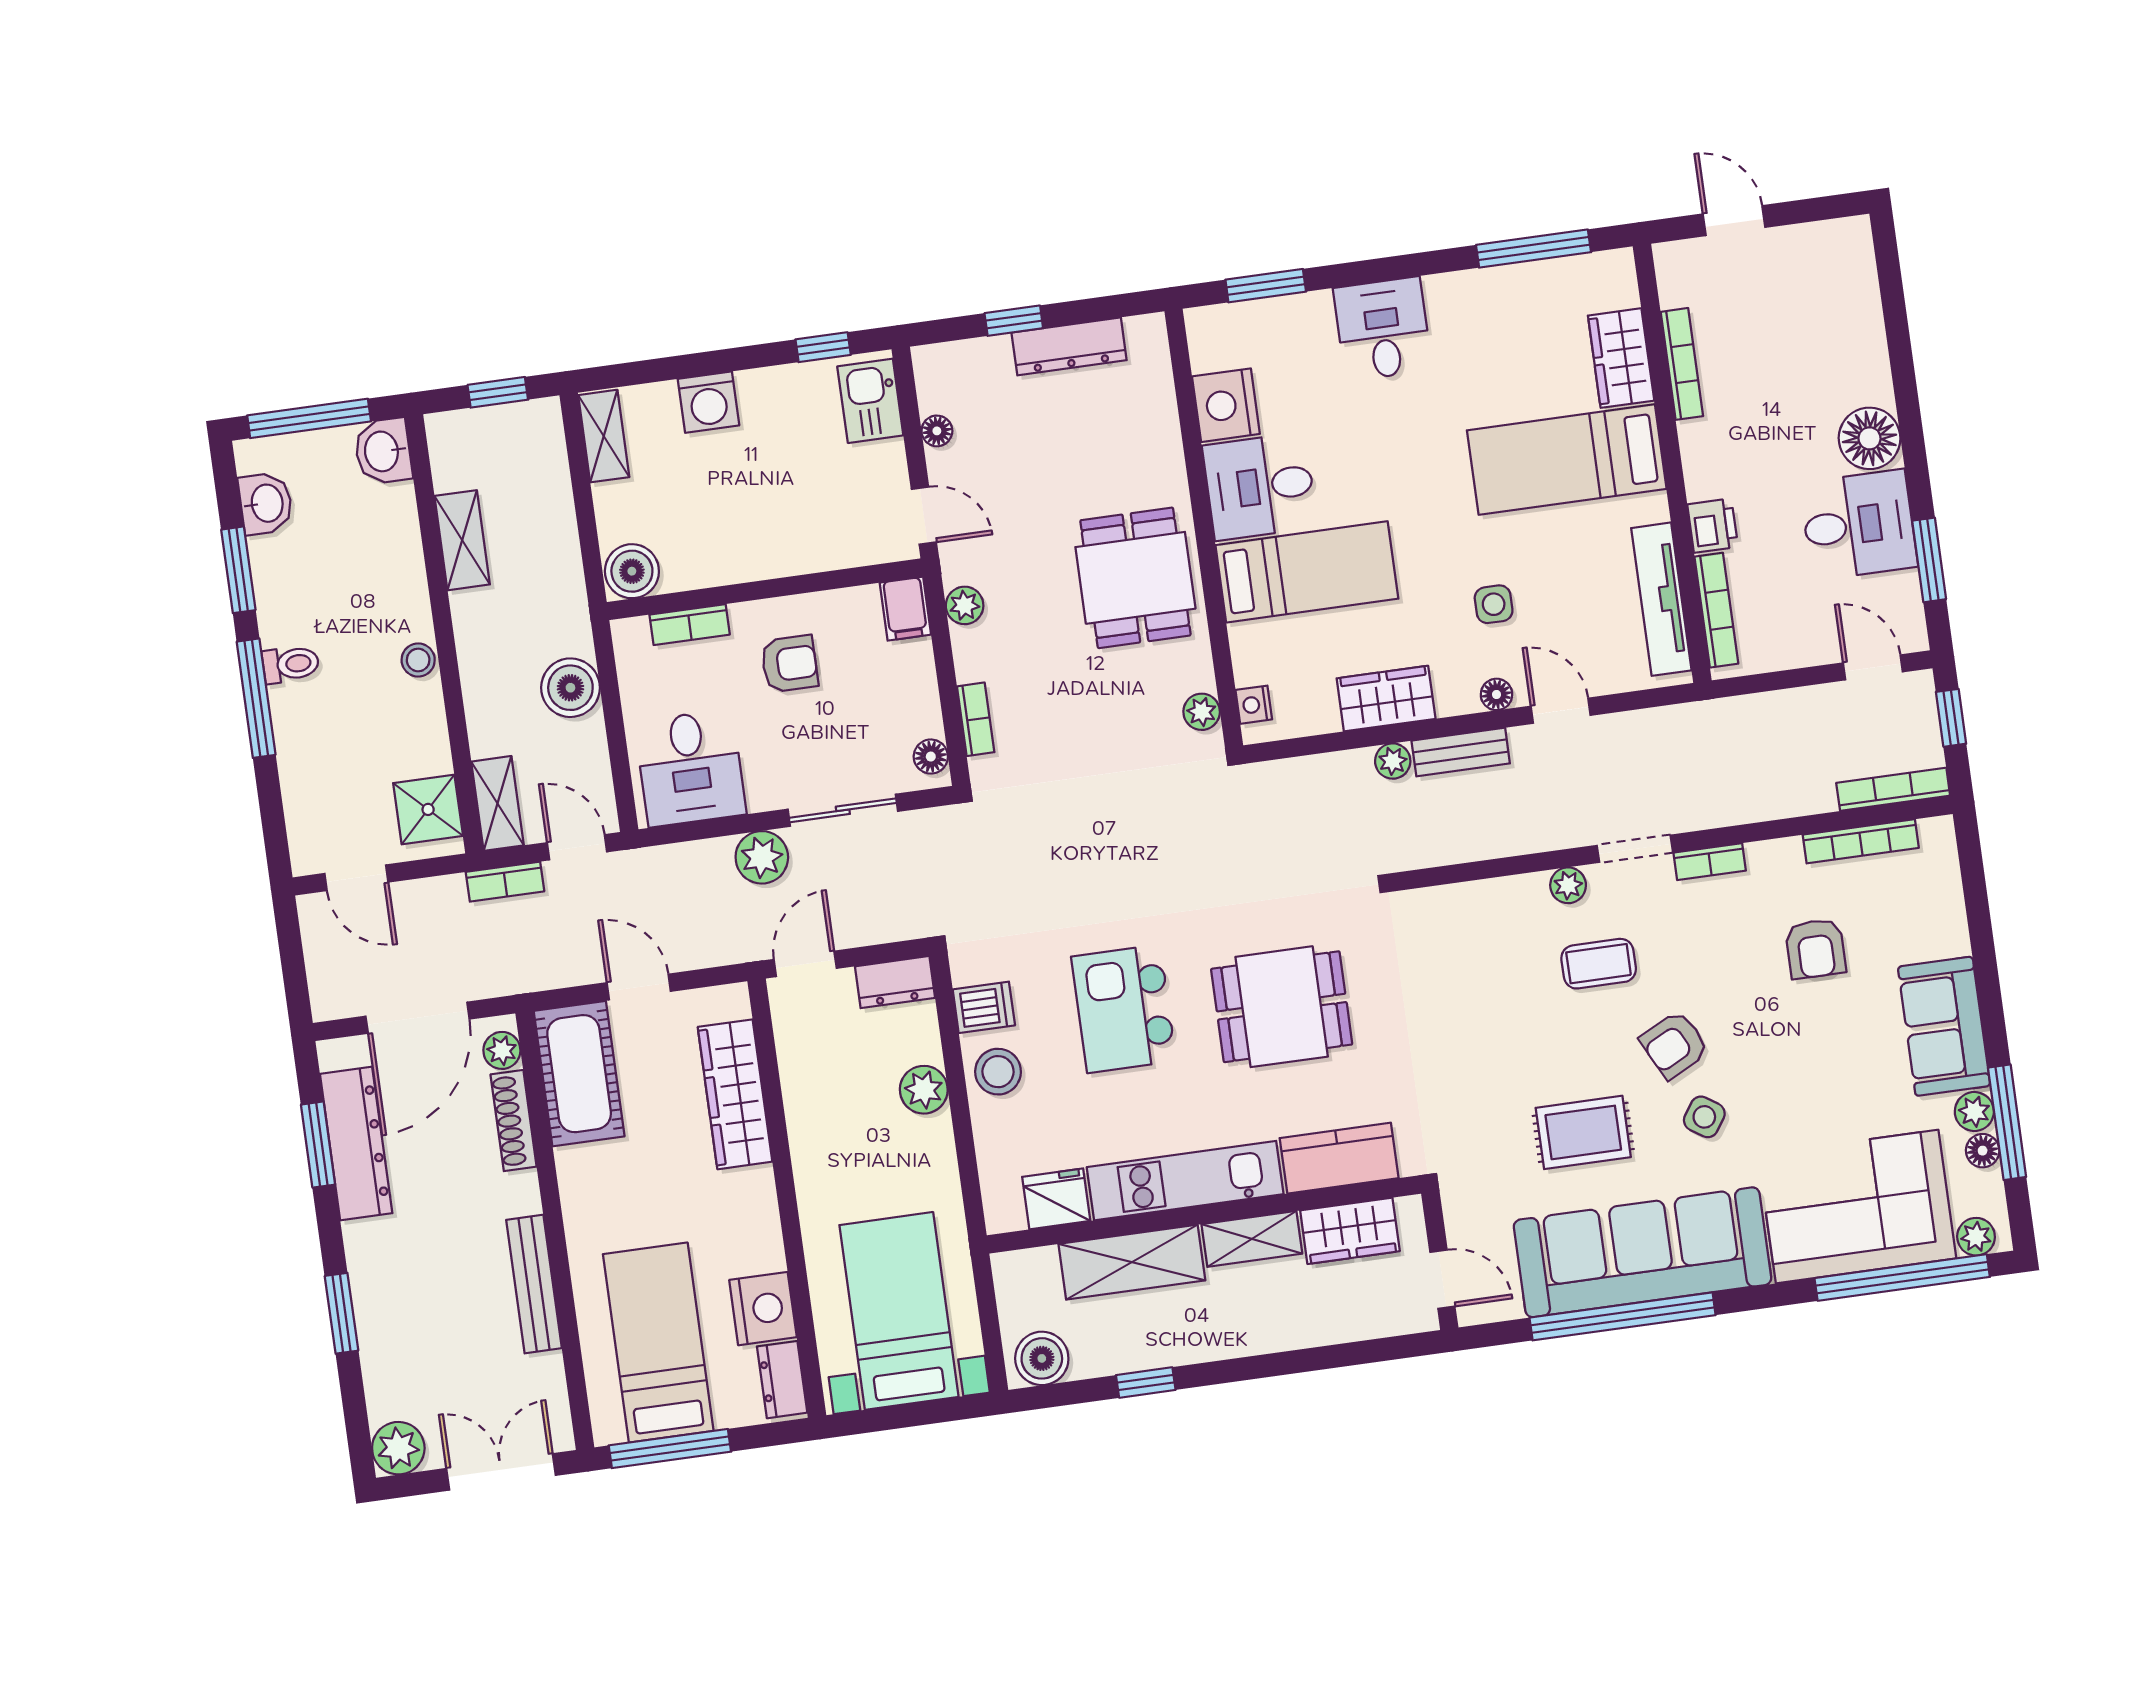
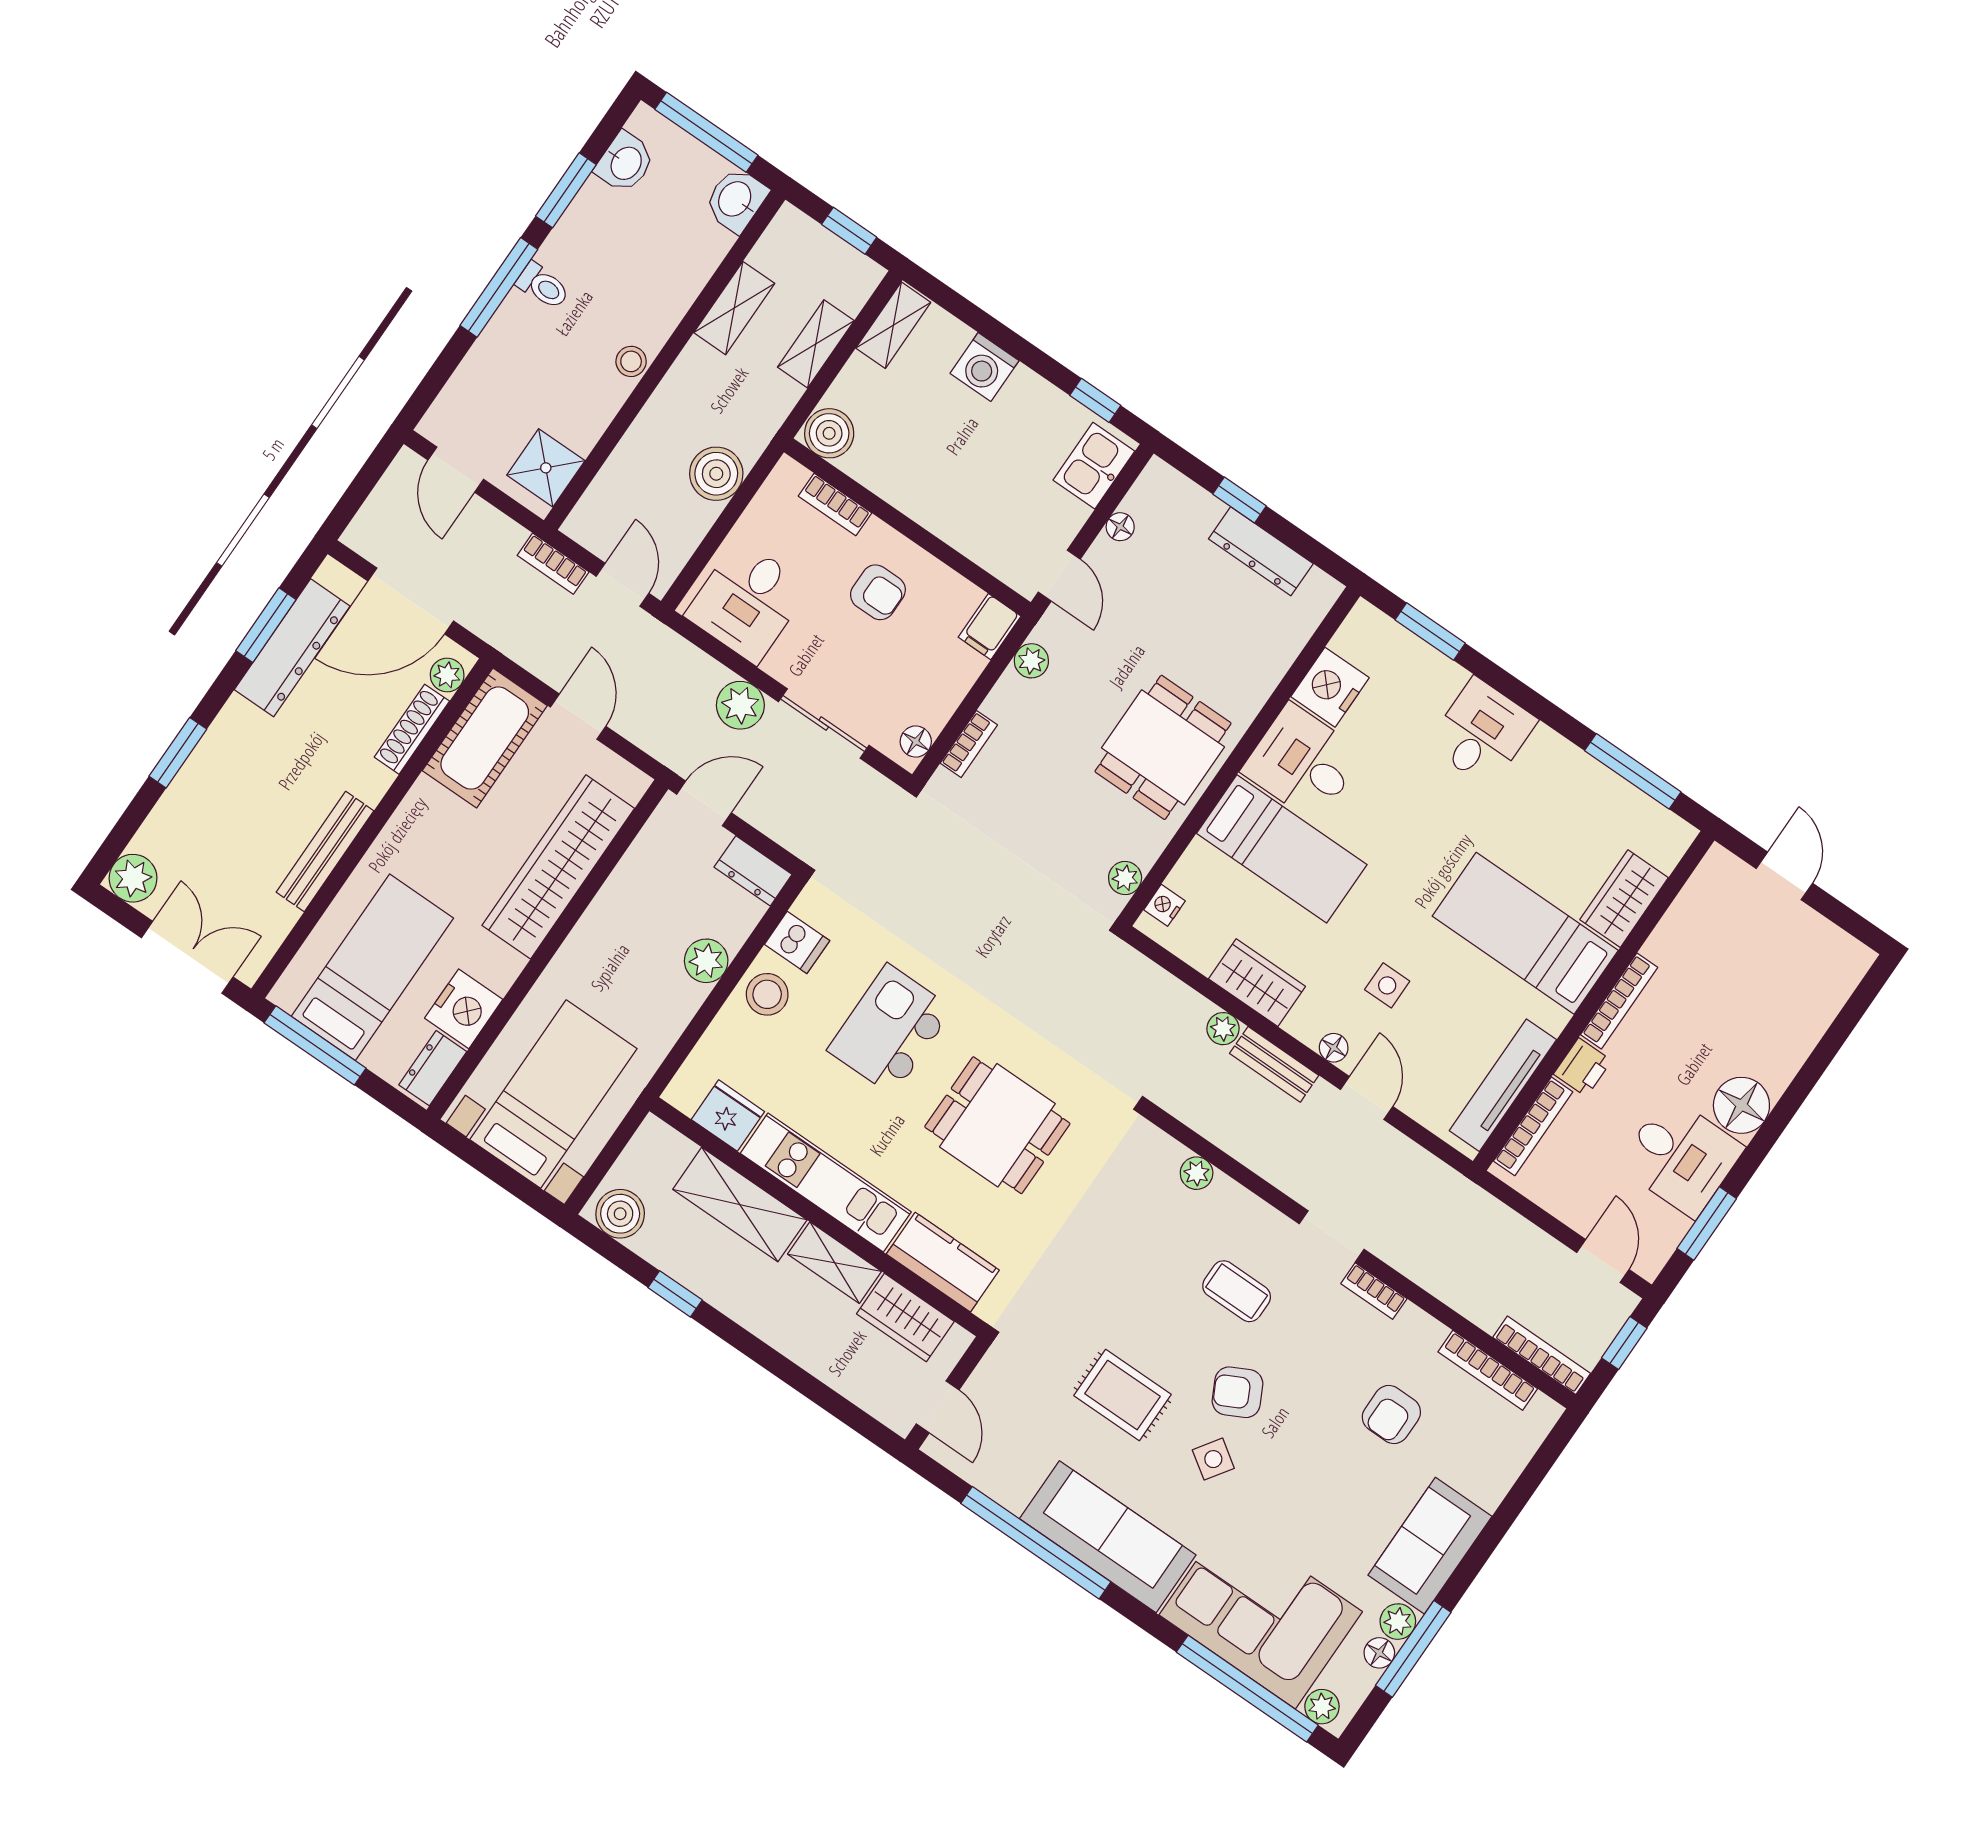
bookcase: (1682, 364) -> (1619, 1001), moved
shelving: (498, 803) -> (816, 344), moved
plant: (1568, 885) -> (1197, 1173), moved
wardrobe: (735, 1094) -> (558, 867), width x1.40, depth x1.17
sofa: (1643, 1252) -> (1108, 1537), width x0.74, depth x0.79

